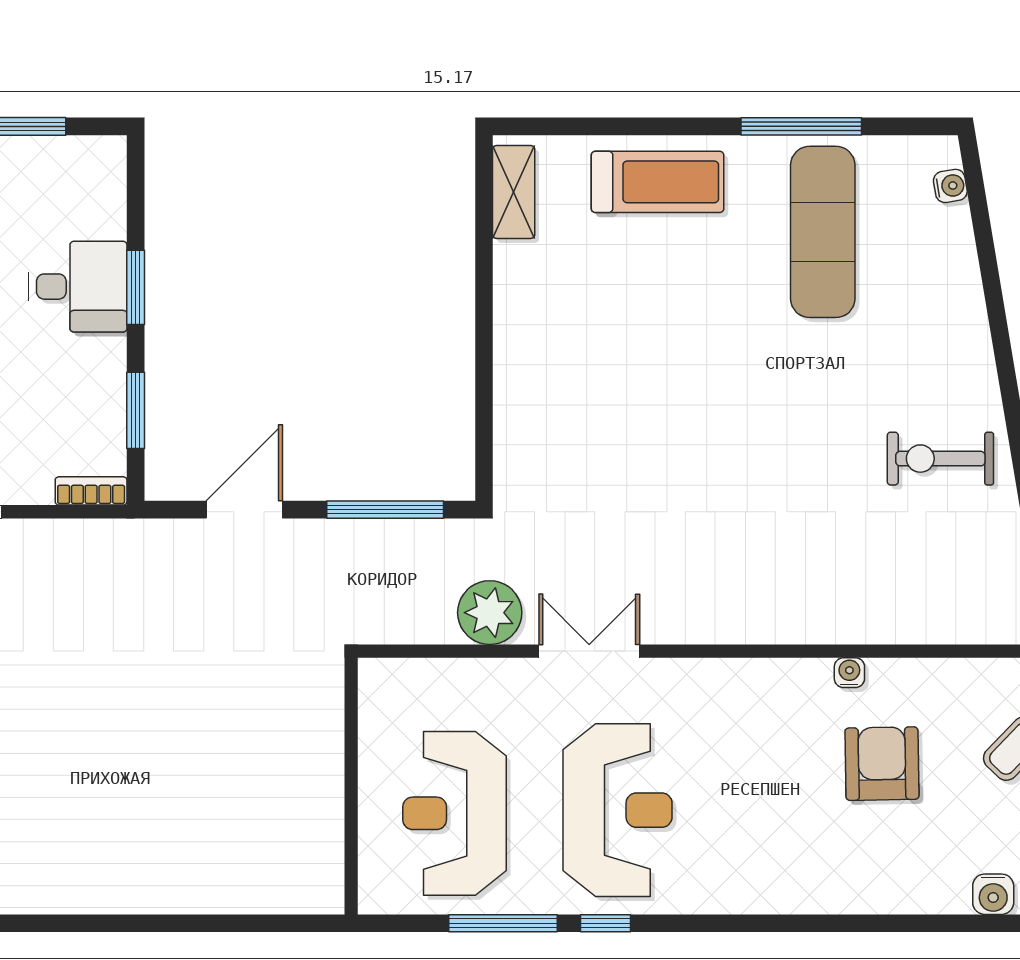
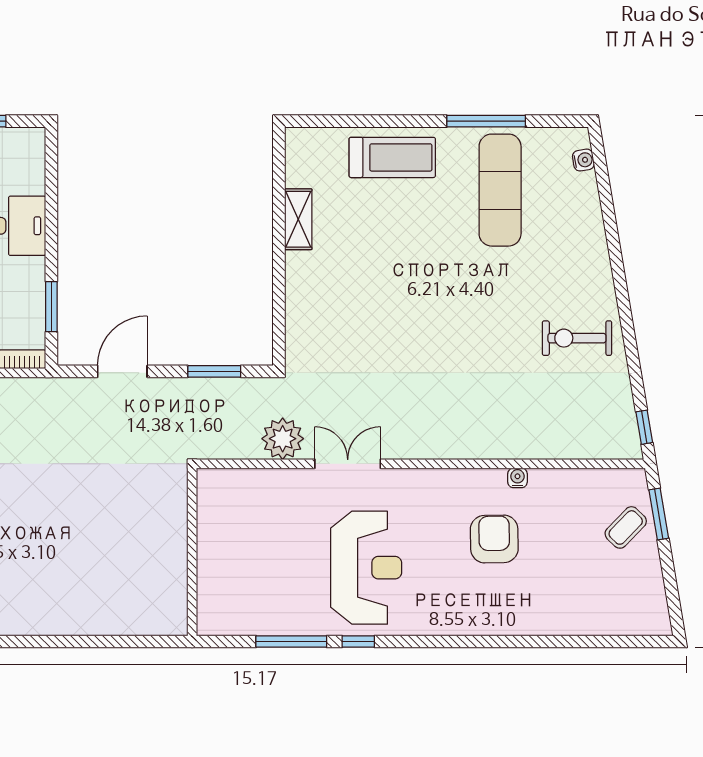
shelving: (514, 192) -> (298, 219), moved
window: (136, 287) -> (51, 226), removed
window: (385, 510) -> (214, 371), width x0.69
armchair: (882, 764) -> (494, 539), moved
reception desk: (455, 813) -> (260, 570), removed
water cooler: (993, 894) -> (611, 623), removed

